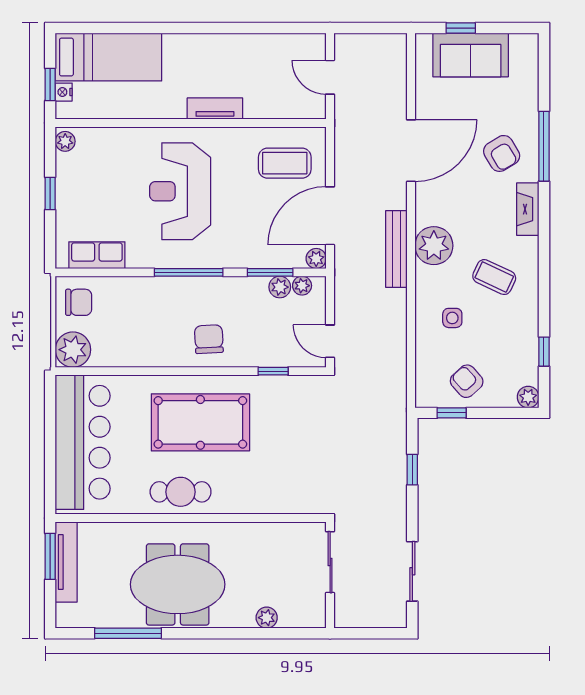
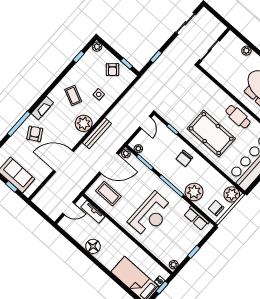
floor lamp: (231, 50) -> (93, 246), added
door: (330, 77) -> (69, 209), hinge flipped
tv unit: (215, 109) -> (93, 212), moved
plant: (280, 287) -> (194, 192), moved, width x1.88, depth x1.88

